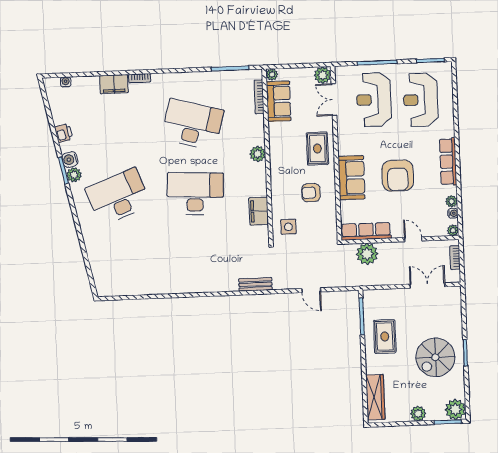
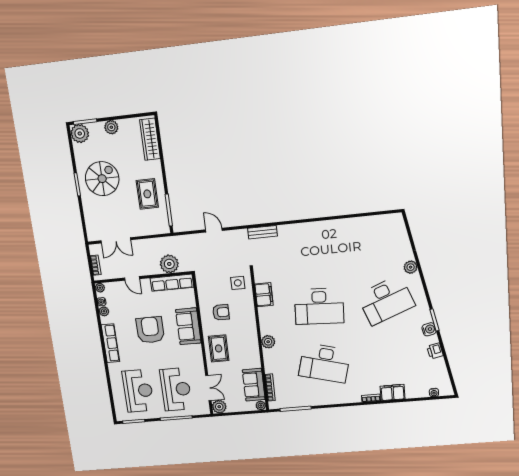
plant: (74, 175) -> (411, 267), moved

